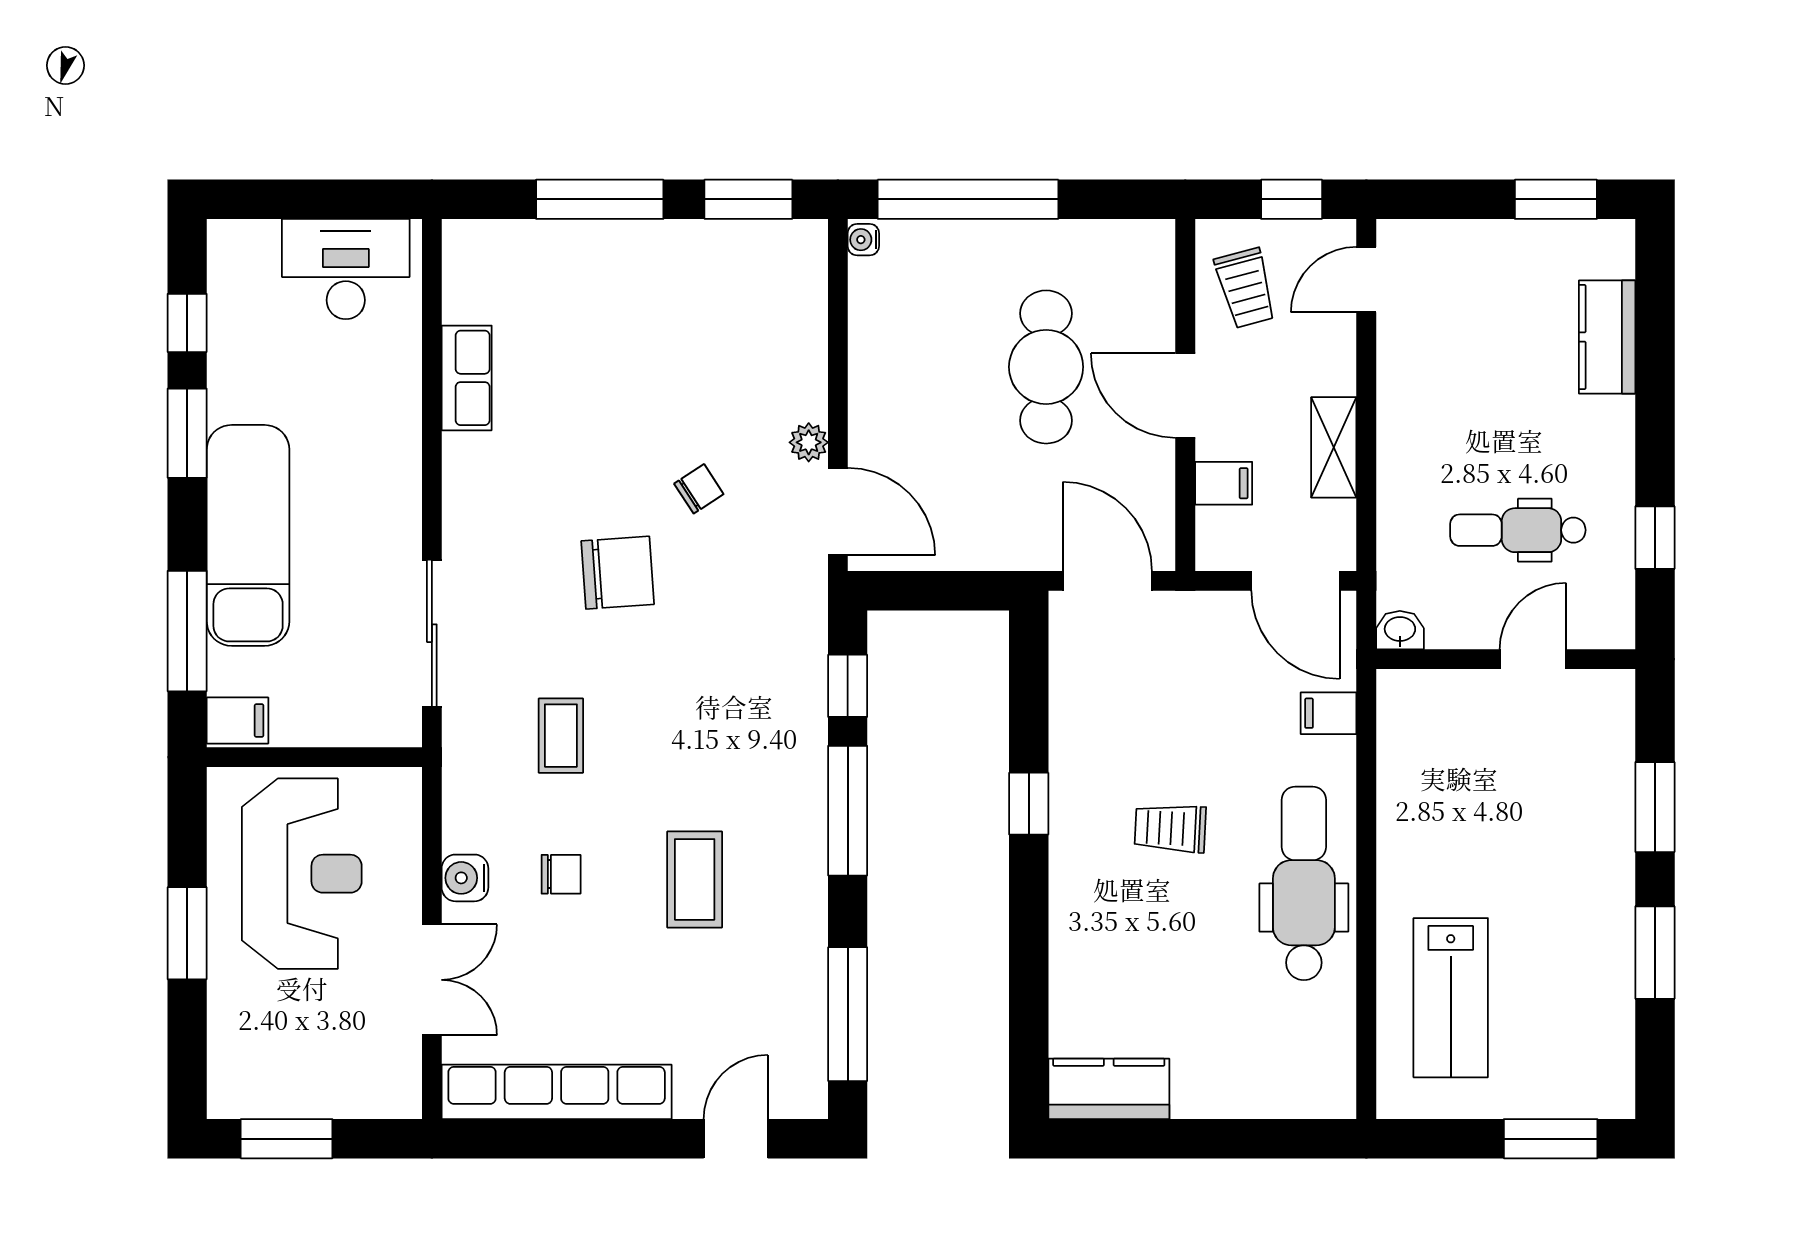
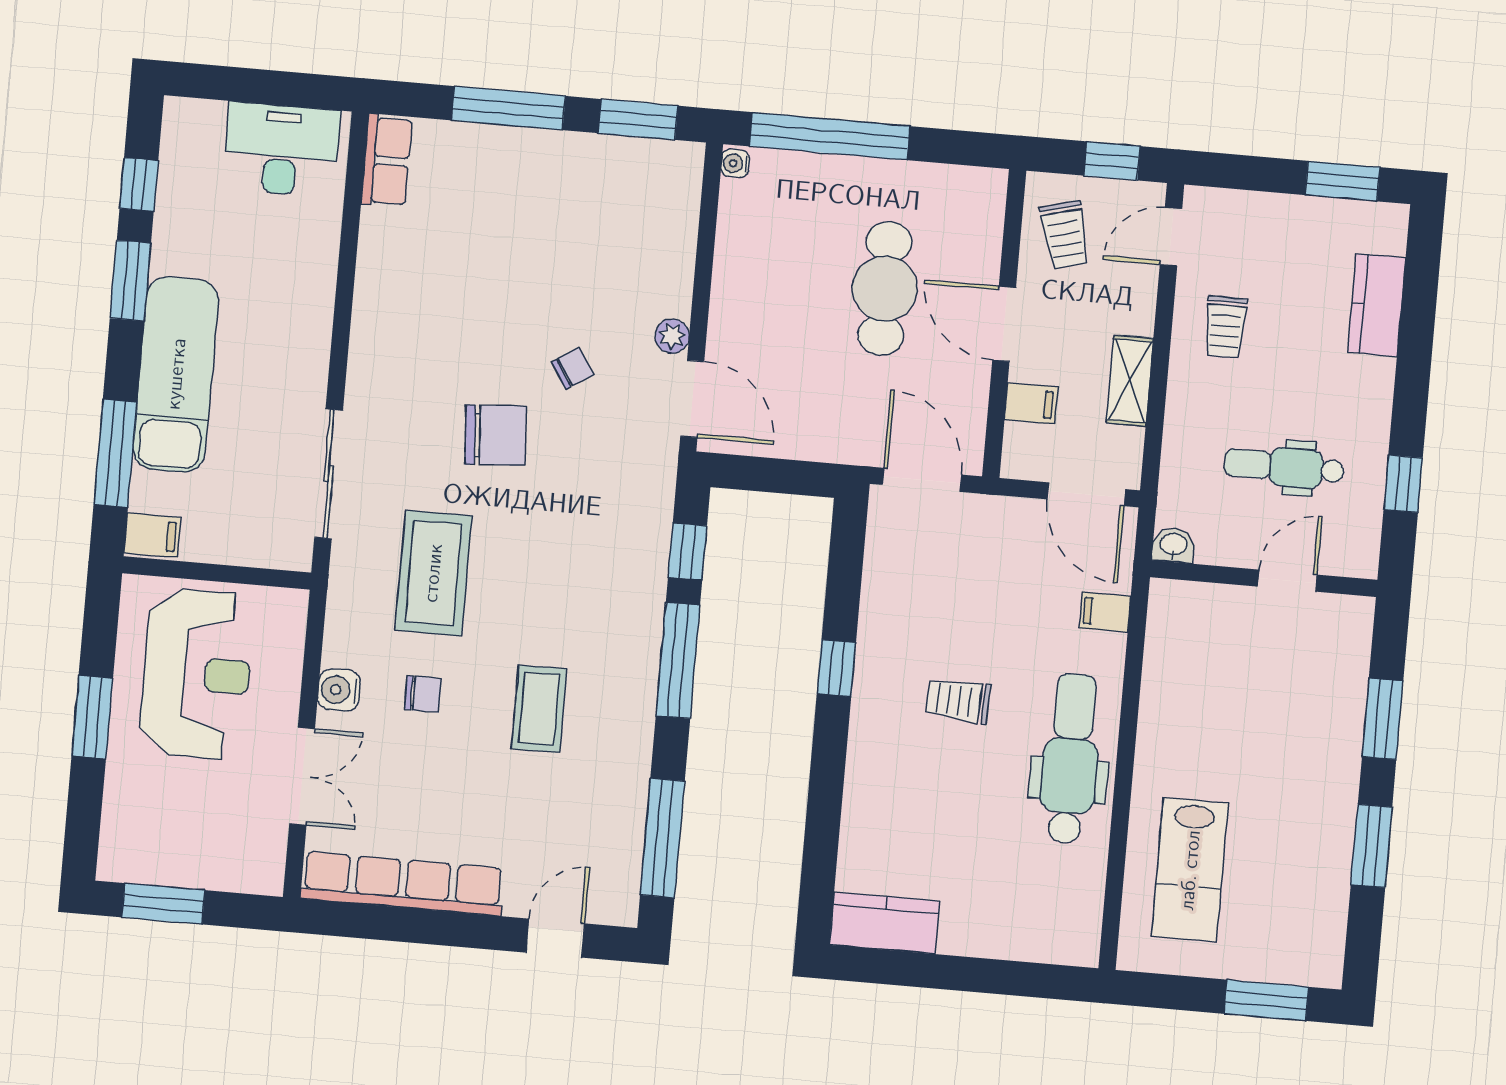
trolley: (1437, 377) -> (1225, 327), added
row of seats: (467, 378) -> (387, 161), moved
coffee table: (561, 736) -> (433, 573), width x1.86, depth x1.72

